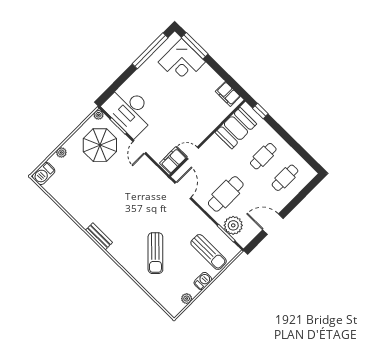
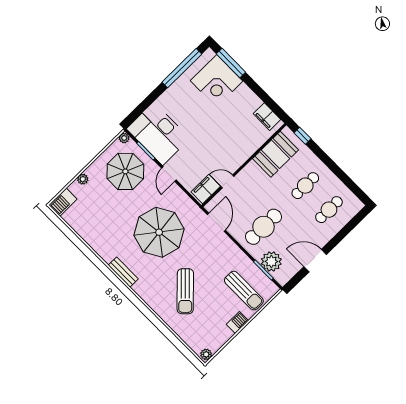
parasol: (131, 200) -> (159, 232), added
plant: (187, 299) -> (206, 354), moved

